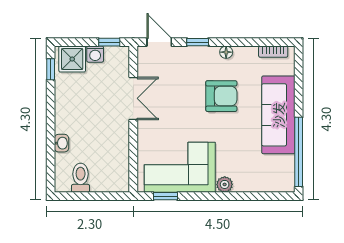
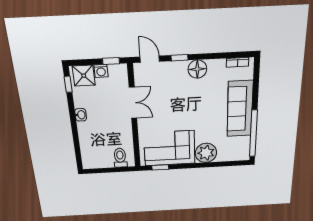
floor lamp: (226, 52) -> (197, 69), width x1.89, depth x1.89
armchair: (221, 96) -> (198, 98), removed
washbasin: (61, 143) -> (81, 115), moved
toilet: (81, 178) -> (120, 158), moved
plant: (225, 184) -> (206, 153), width x1.88, depth x1.88

